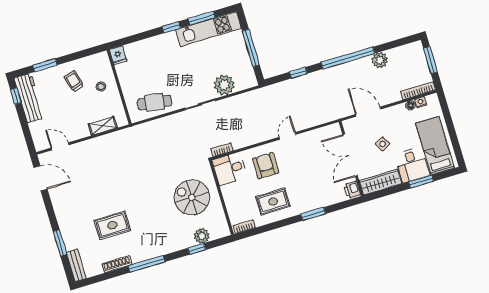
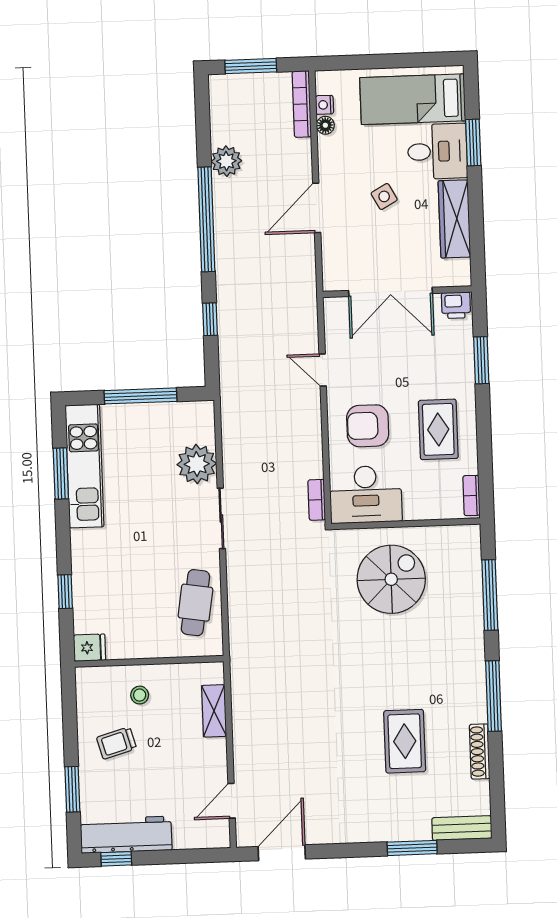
window: (171, 27) -> (65, 592), moved
double door: (350, 155) -> (390, 292), moved
wall: (351, 159) -> (397, 292), moved
desk: (229, 169) -> (366, 494), width x1.37
printer: (352, 190) -> (456, 305), moved
spiral stairs: (192, 197) -> (391, 579), turned 180
plant: (202, 236) -> (468, 579), removed
window: (197, 249) -> (490, 595), width x2.17

